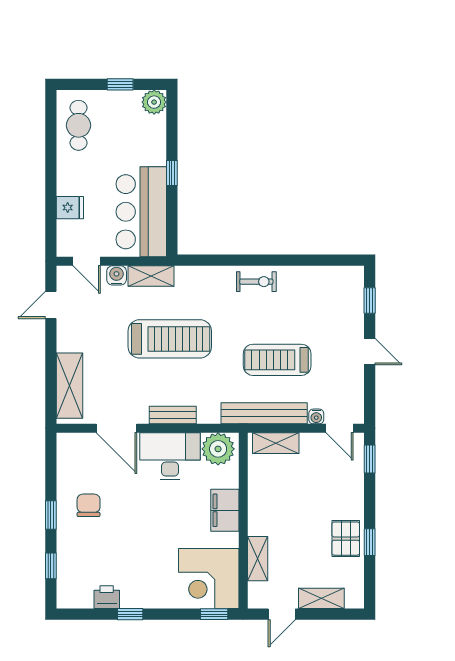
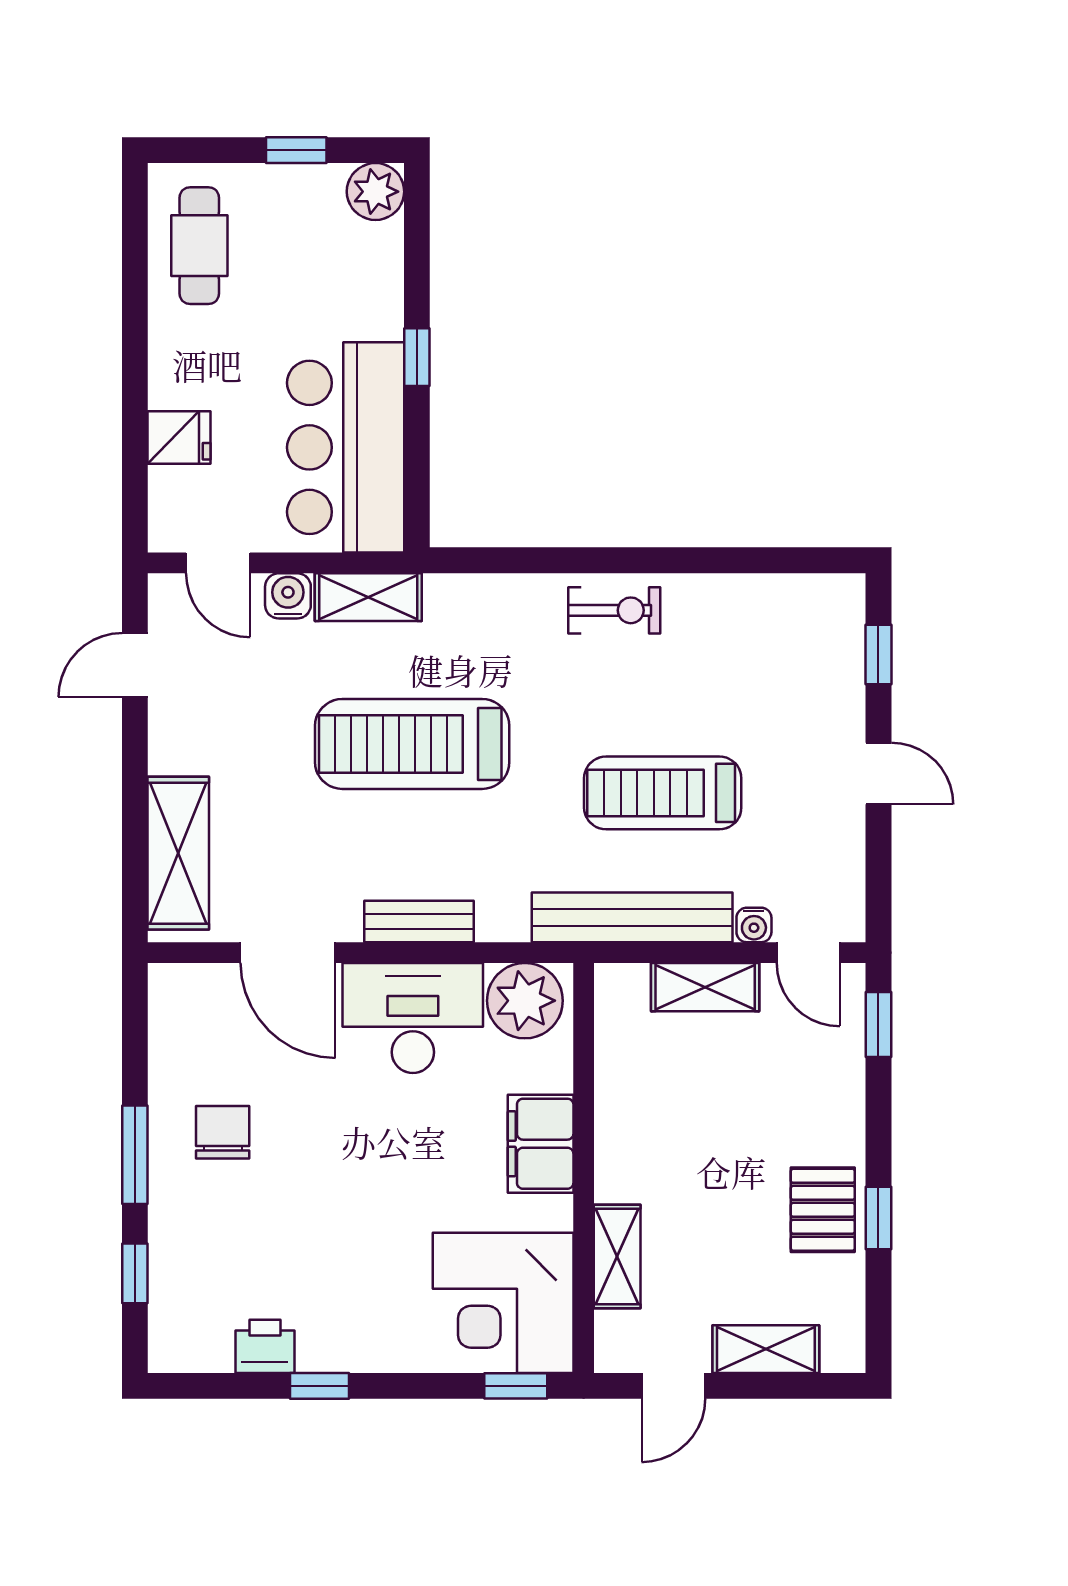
treadmill: (170, 339) -> (412, 744), turned 180
shelving: (276, 443) -> (705, 987), moved
window: (51, 515) -> (135, 1155), width x1.50

